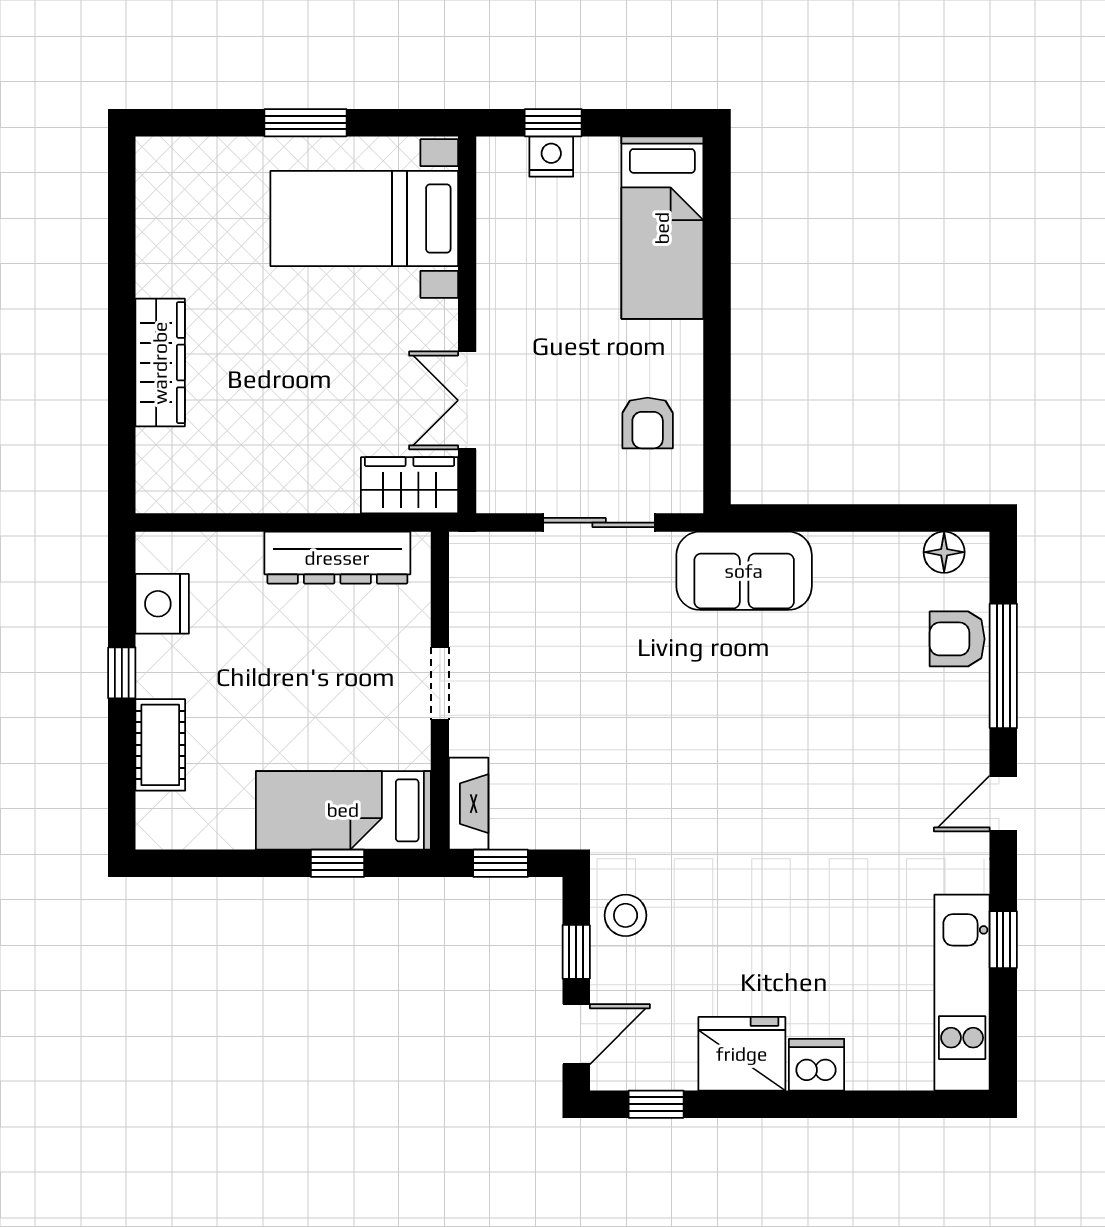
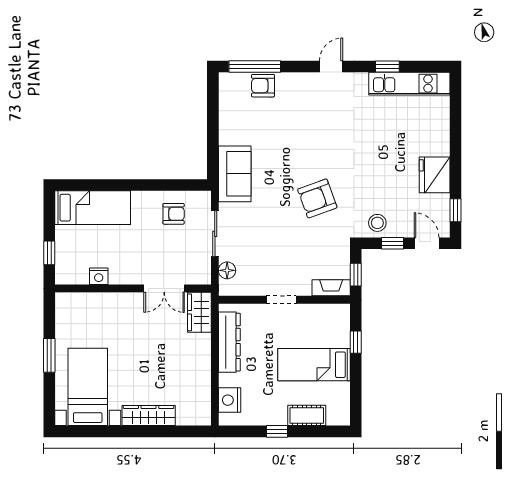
nightstand: (551, 157) -> (99, 276), moved, turned -90
bed with nightstands: (364, 219) -> (88, 387), moved, turned 180
floor lamp: (944, 552) -> (227, 270), moved
nightstand: (162, 604) -> (230, 400), moved, turned 90
armchair: (957, 639) -> (263, 86), turned 90
window: (1003, 666) -> (255, 67), moved
armchair: (685, 770) -> (317, 198), added
door: (1003, 804) -> (331, 67), swing flipped
bed: (343, 810) -> (314, 365), moved, turned 90
dishwasher: (817, 1065) -> (439, 144), removed

